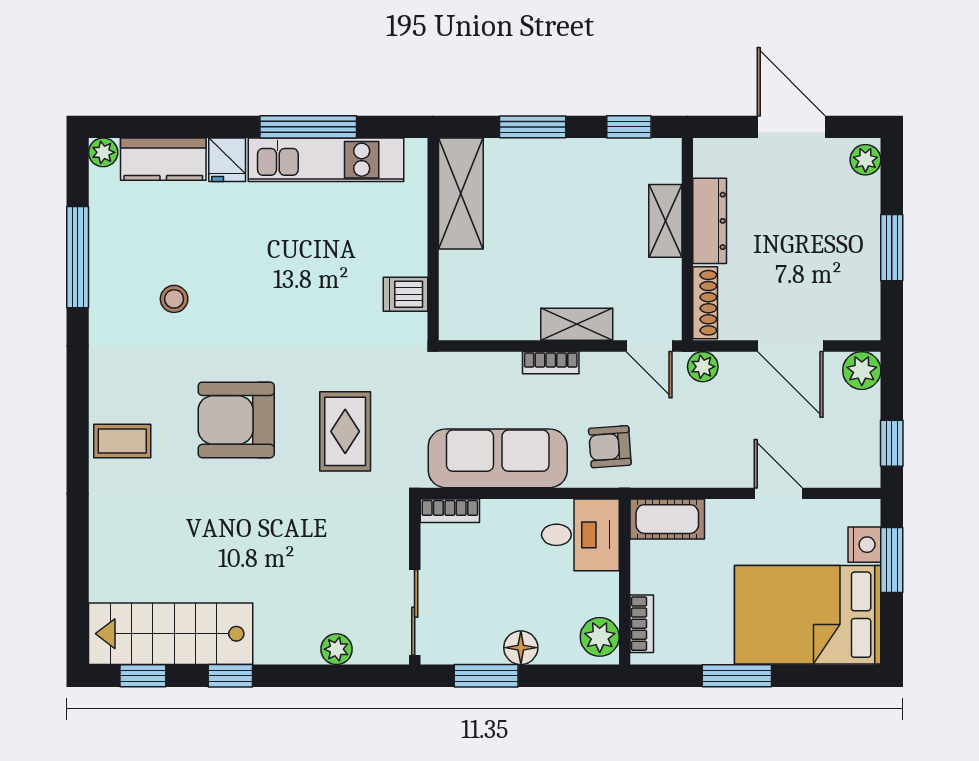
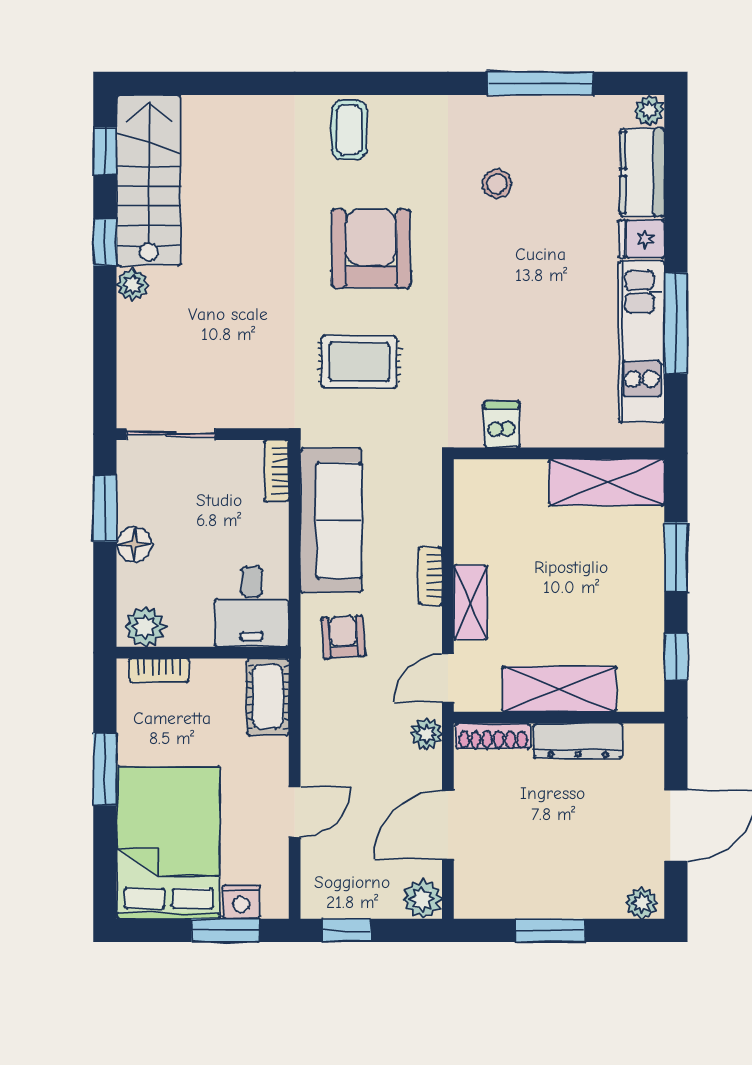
shelving: (665, 221) -> (559, 689), width x1.50, depth x1.33
plant: (337, 649) -> (133, 285), moved

